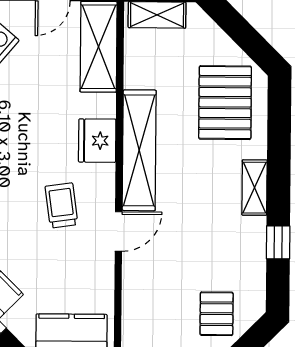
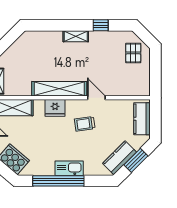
pallet: (225, 103) -> (37, 50), removed
pallet: (217, 314) -> (133, 53), turned 90

